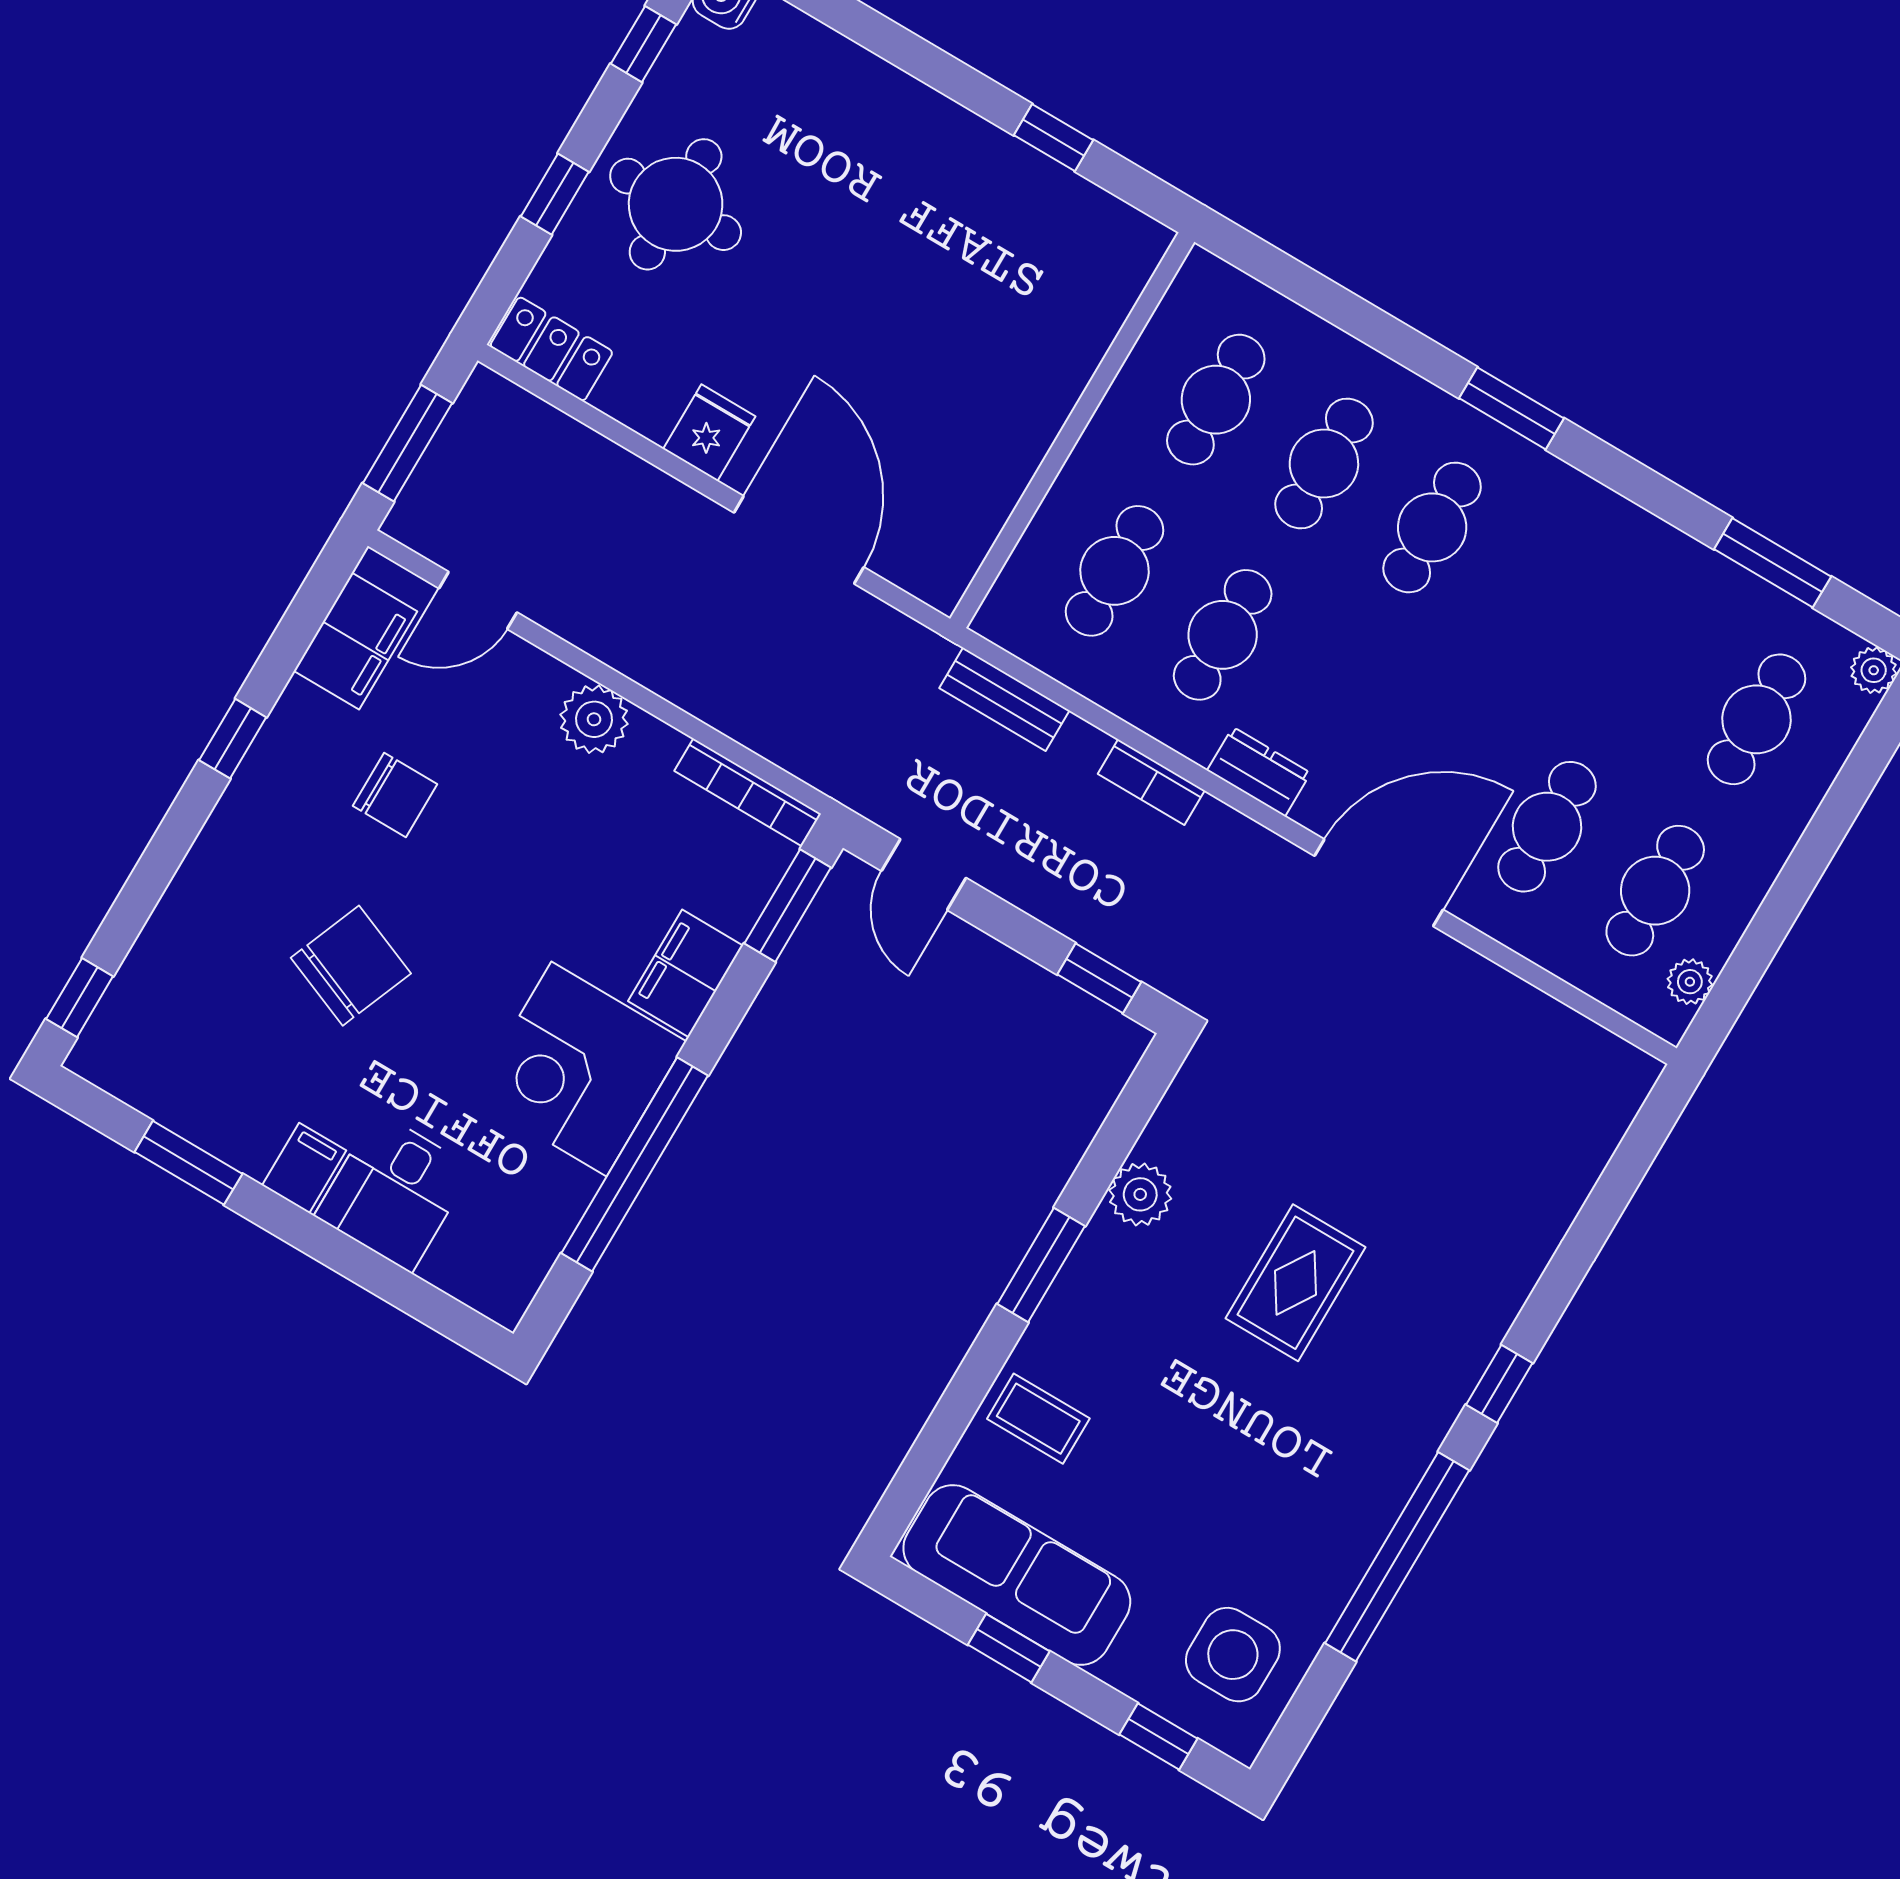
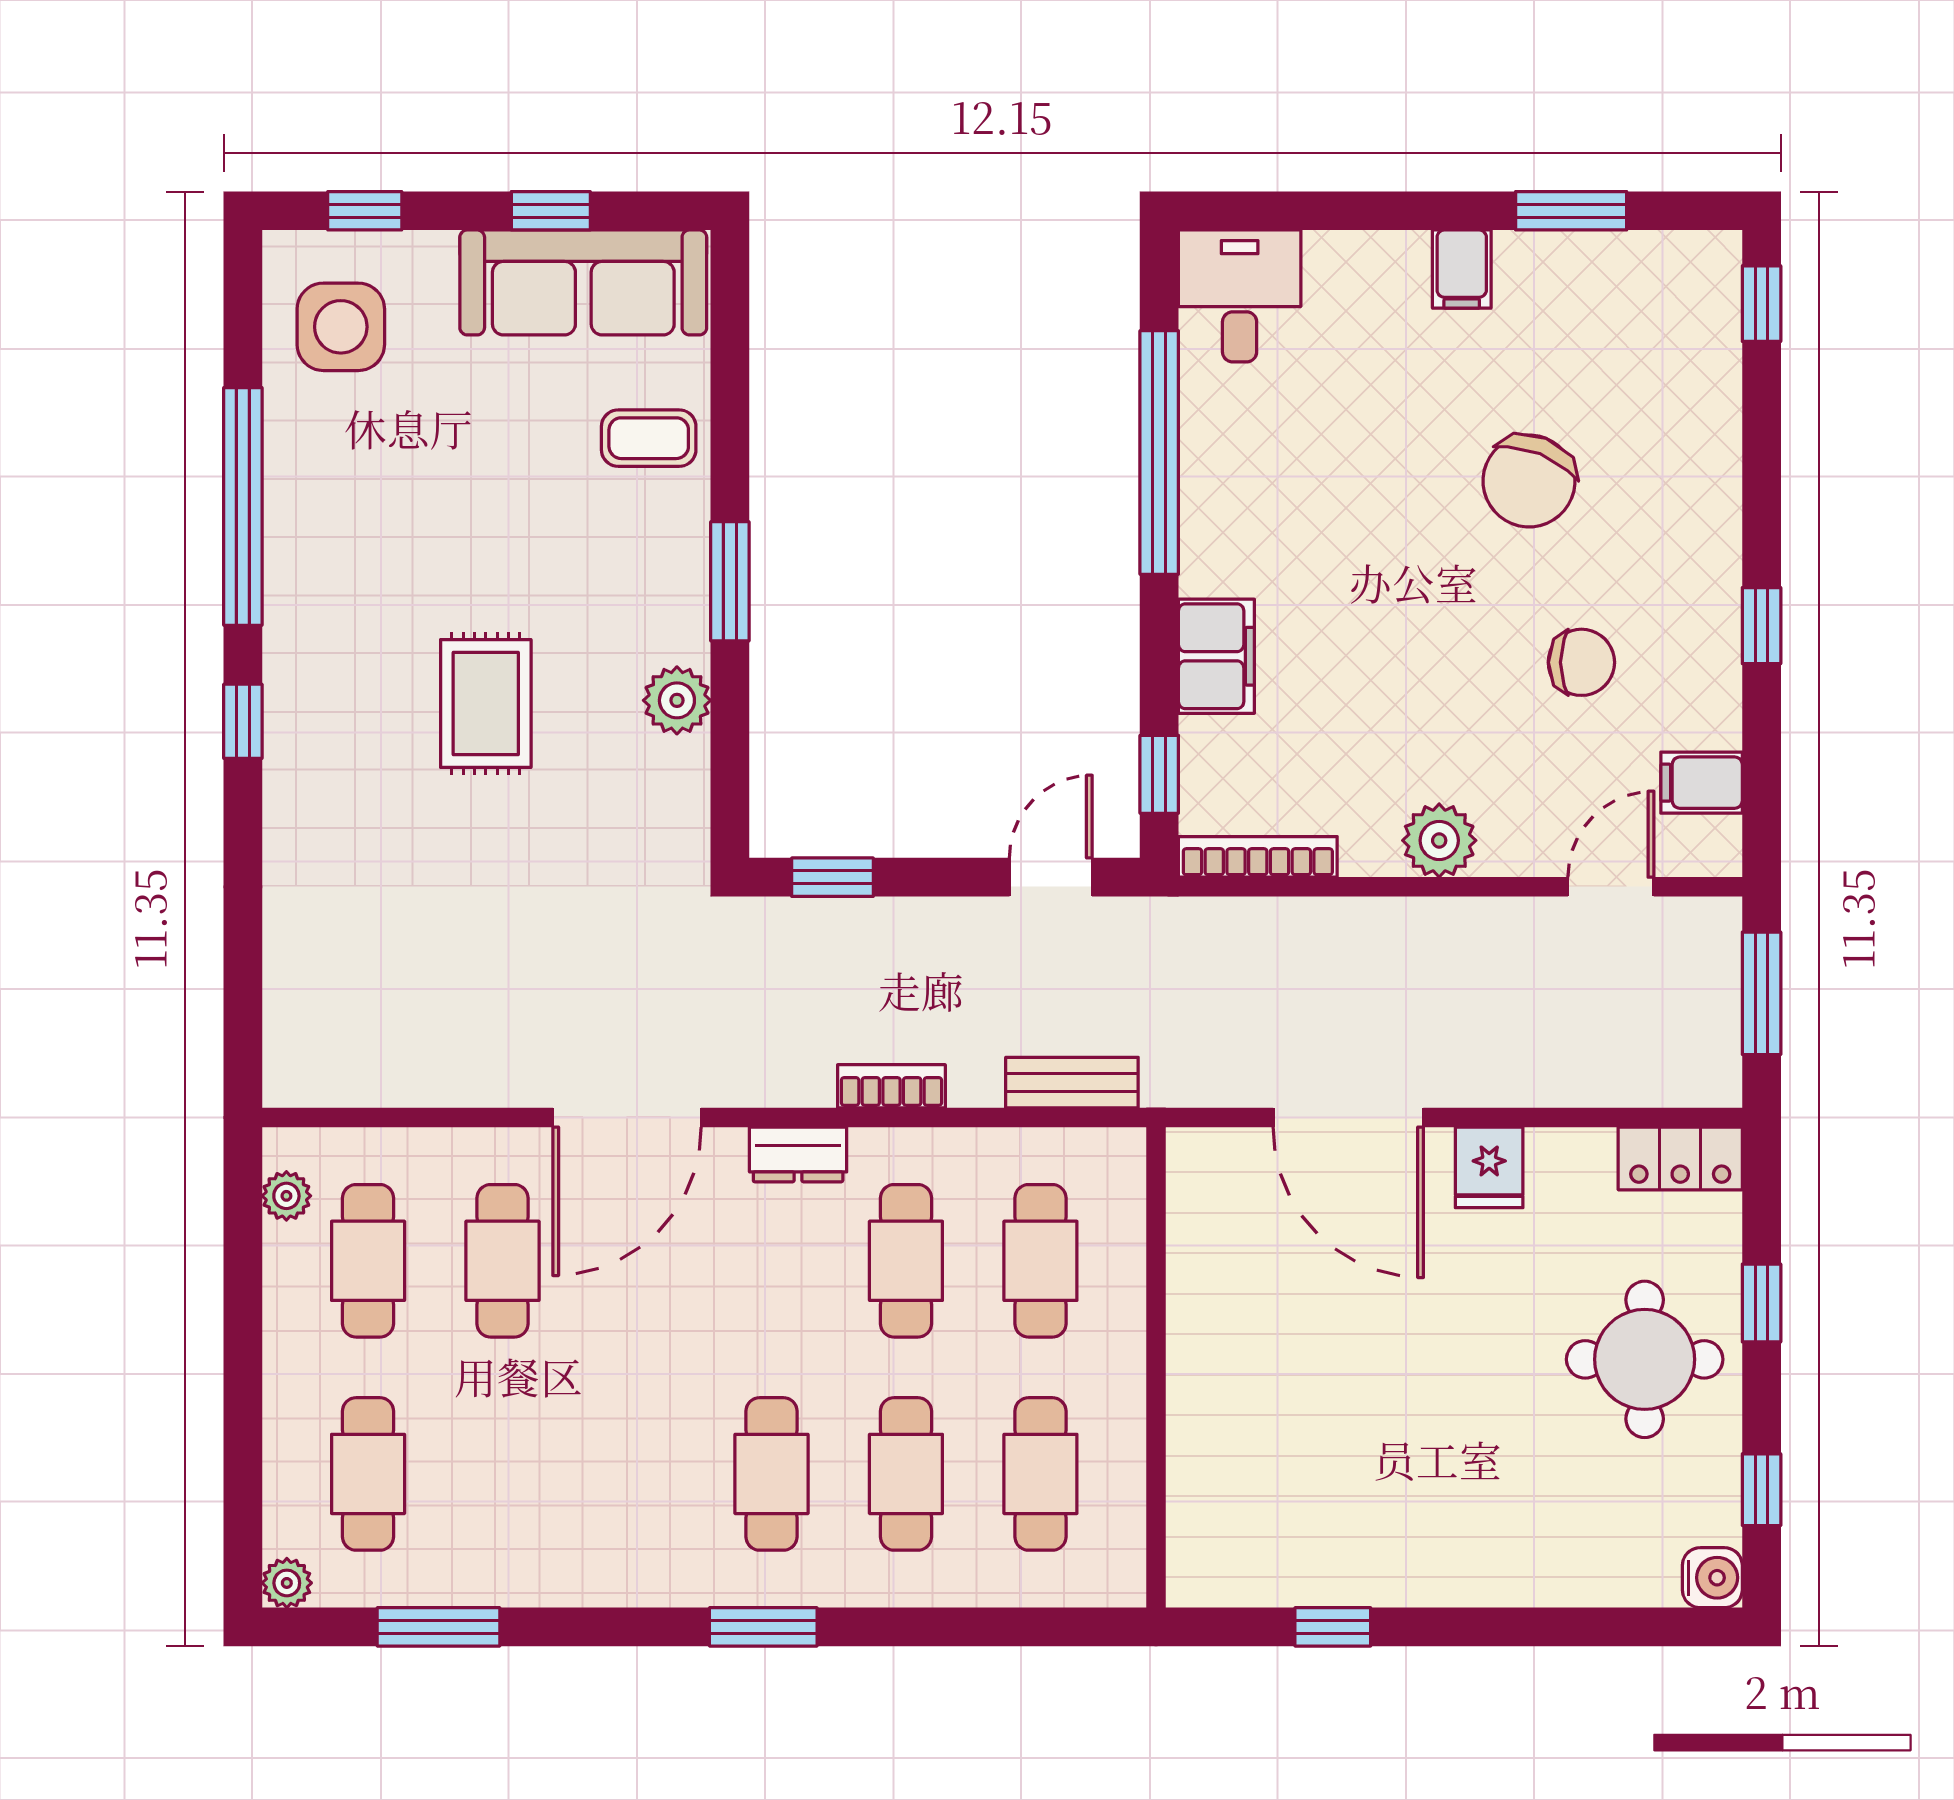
filing cabinet: (356, 641) -> (1702, 783), width x0.50
chair: (395, 795) -> (1581, 662), turned 180
door: (924, 874) -> (1051, 877), hinge flipped
window: (788, 906) -> (1159, 774), width x0.67
corner desk: (579, 1069) -> (1262, 510), removed
desk: (394, 1192) -> (1240, 296), moved

